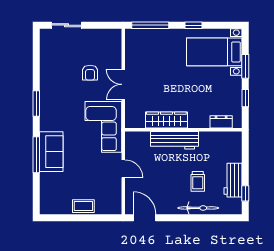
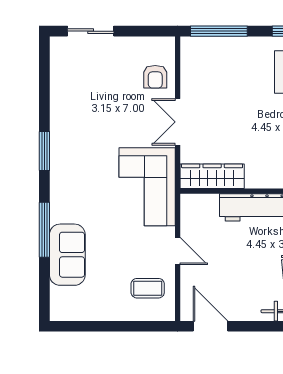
armchair: (90, 73) -> (155, 77), moved
wardrobe: (166, 120) -> (212, 176), moved
sofa: (51, 152) -> (67, 255), moved
coffee table: (83, 206) -> (148, 288), moved

